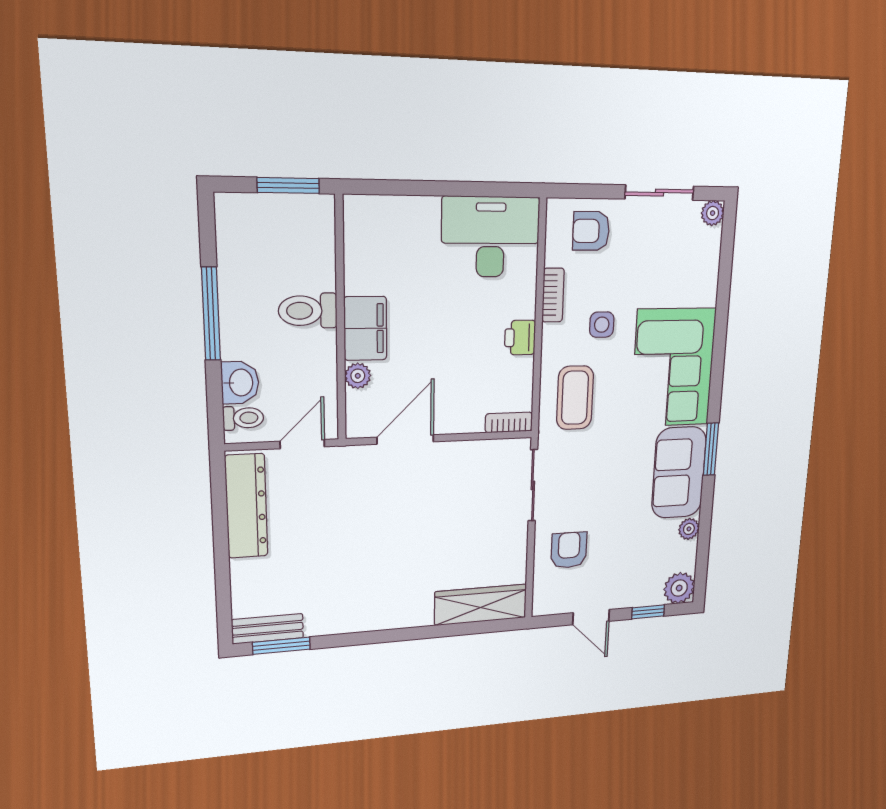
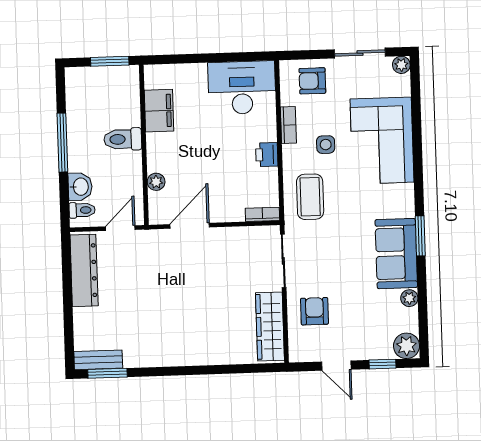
filing cabinet: (365, 328) -> (159, 111), moved
corner sofa: (673, 368) -> (382, 141), moved
wardrobe: (481, 605) -> (270, 327), moved, turned -90

